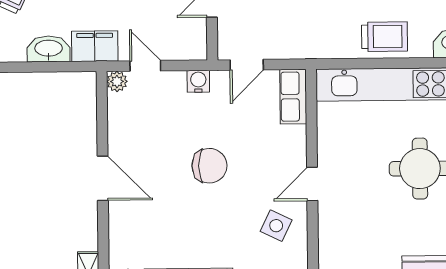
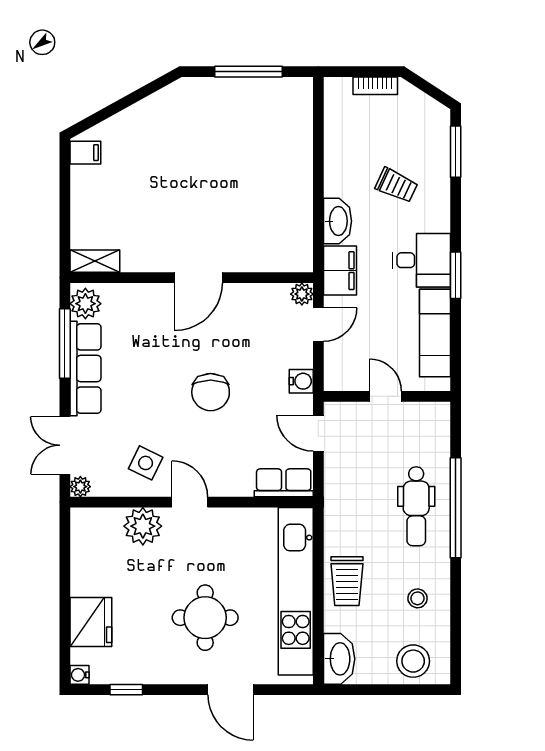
plant: (335, 228) -> (143, 526), added

